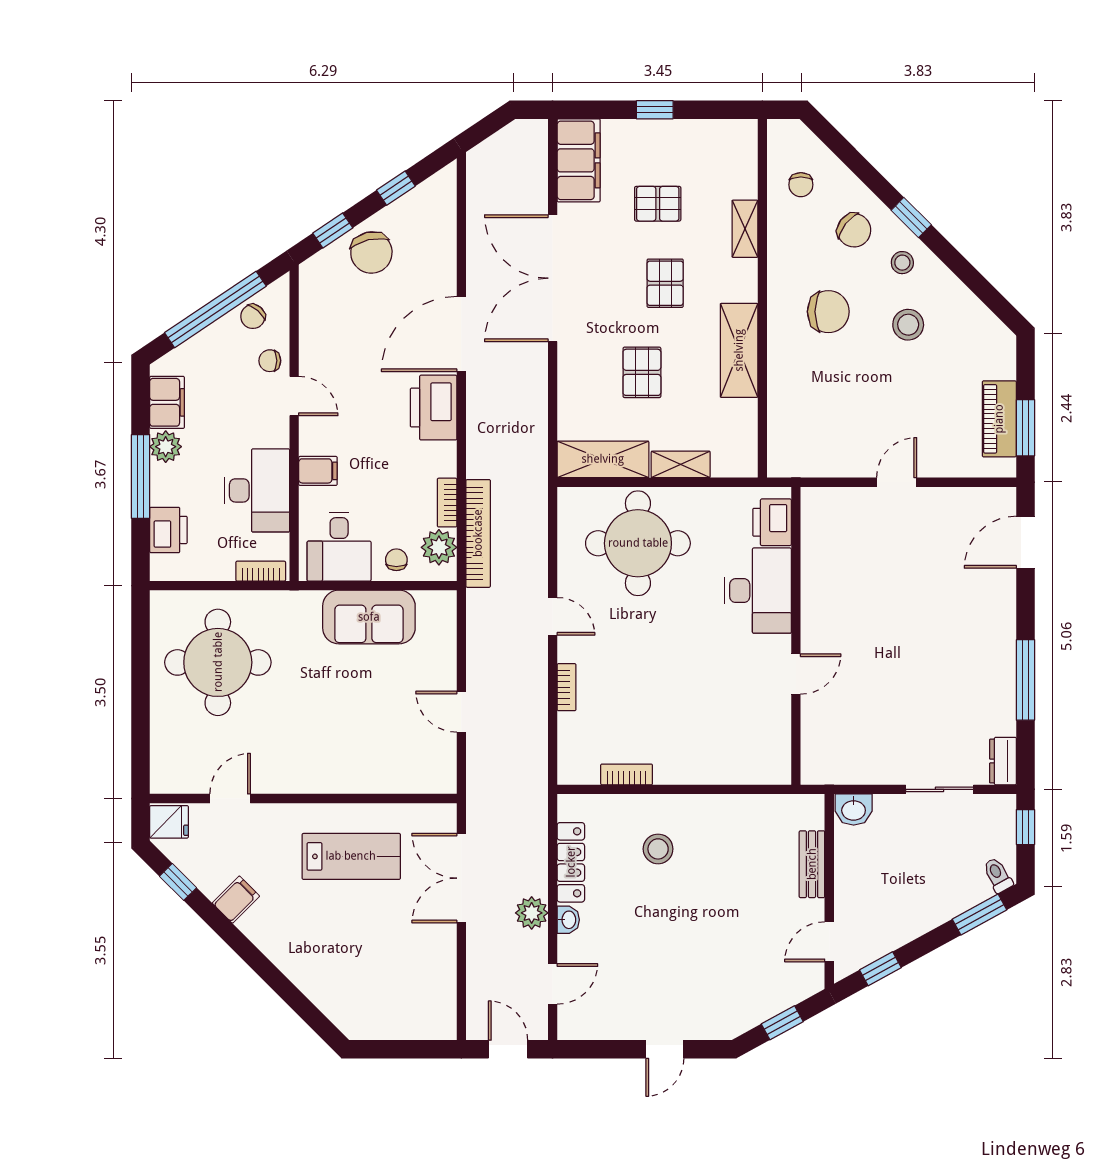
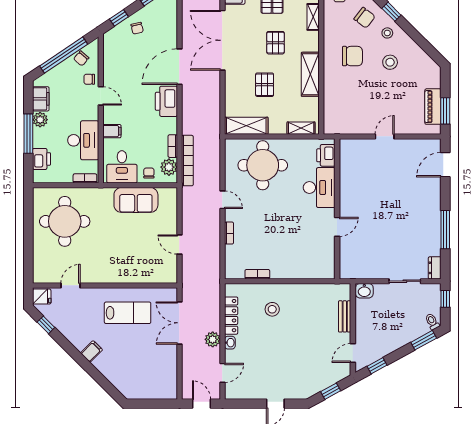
chair: (371, 253) -> (137, 28), width x0.54, depth x0.54
shelving: (681, 464) -> (301, 128), moved
filing cabinet: (236, 900) -> (92, 351), moved

